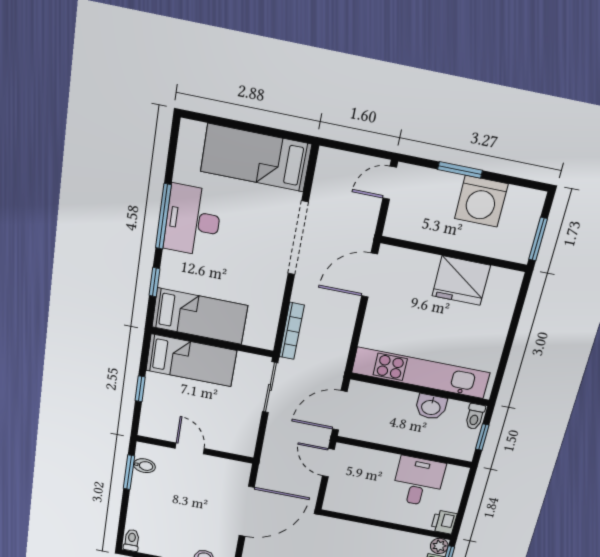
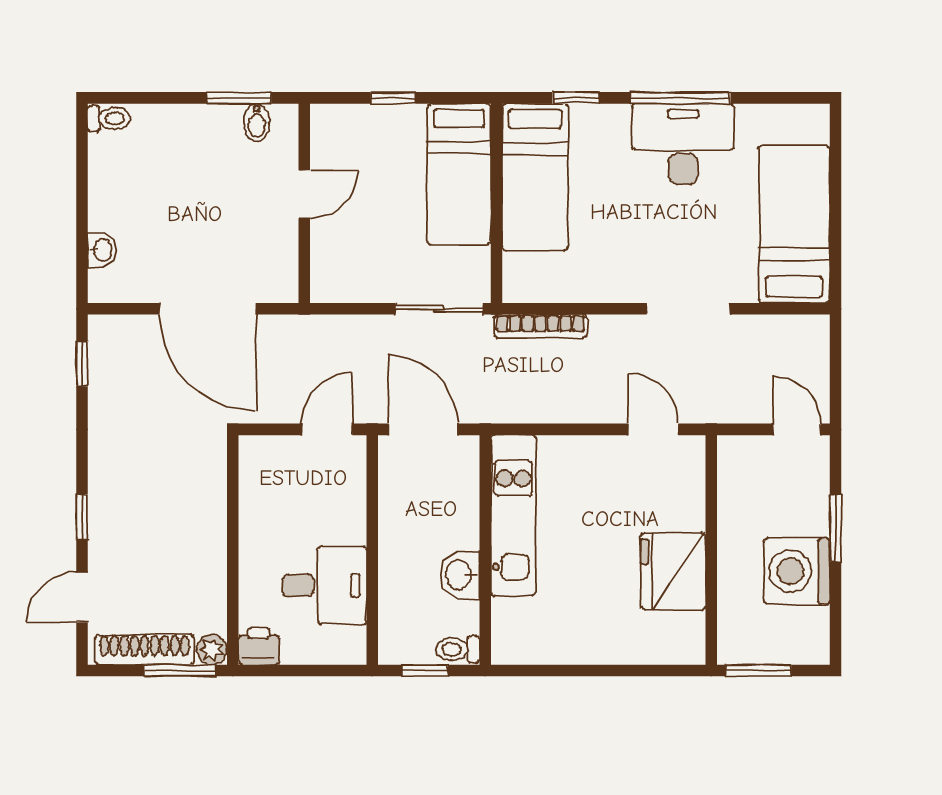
doorway: (298, 238) -> (688, 309), width x0.73
door: (369, 275) -> (653, 429), width x0.73
kitchen unit: (421, 373) -> (513, 515), width x0.73

